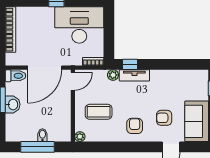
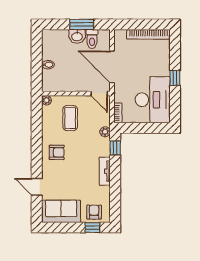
tv unit: (134, 75) -> (105, 171), moved
toilet: (16, 76) -> (92, 39), moved
armchair: (164, 118) -> (94, 212), moved
window: (38, 147) -> (37, 60), removed

